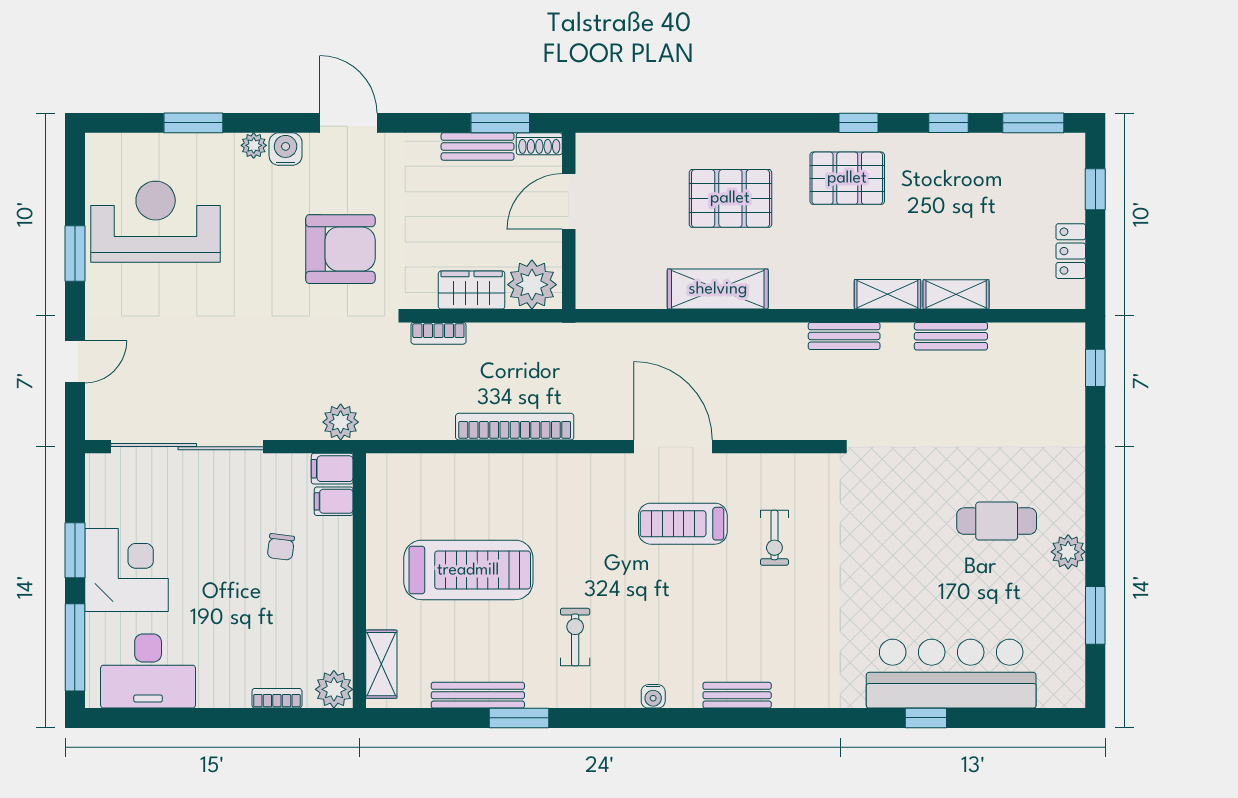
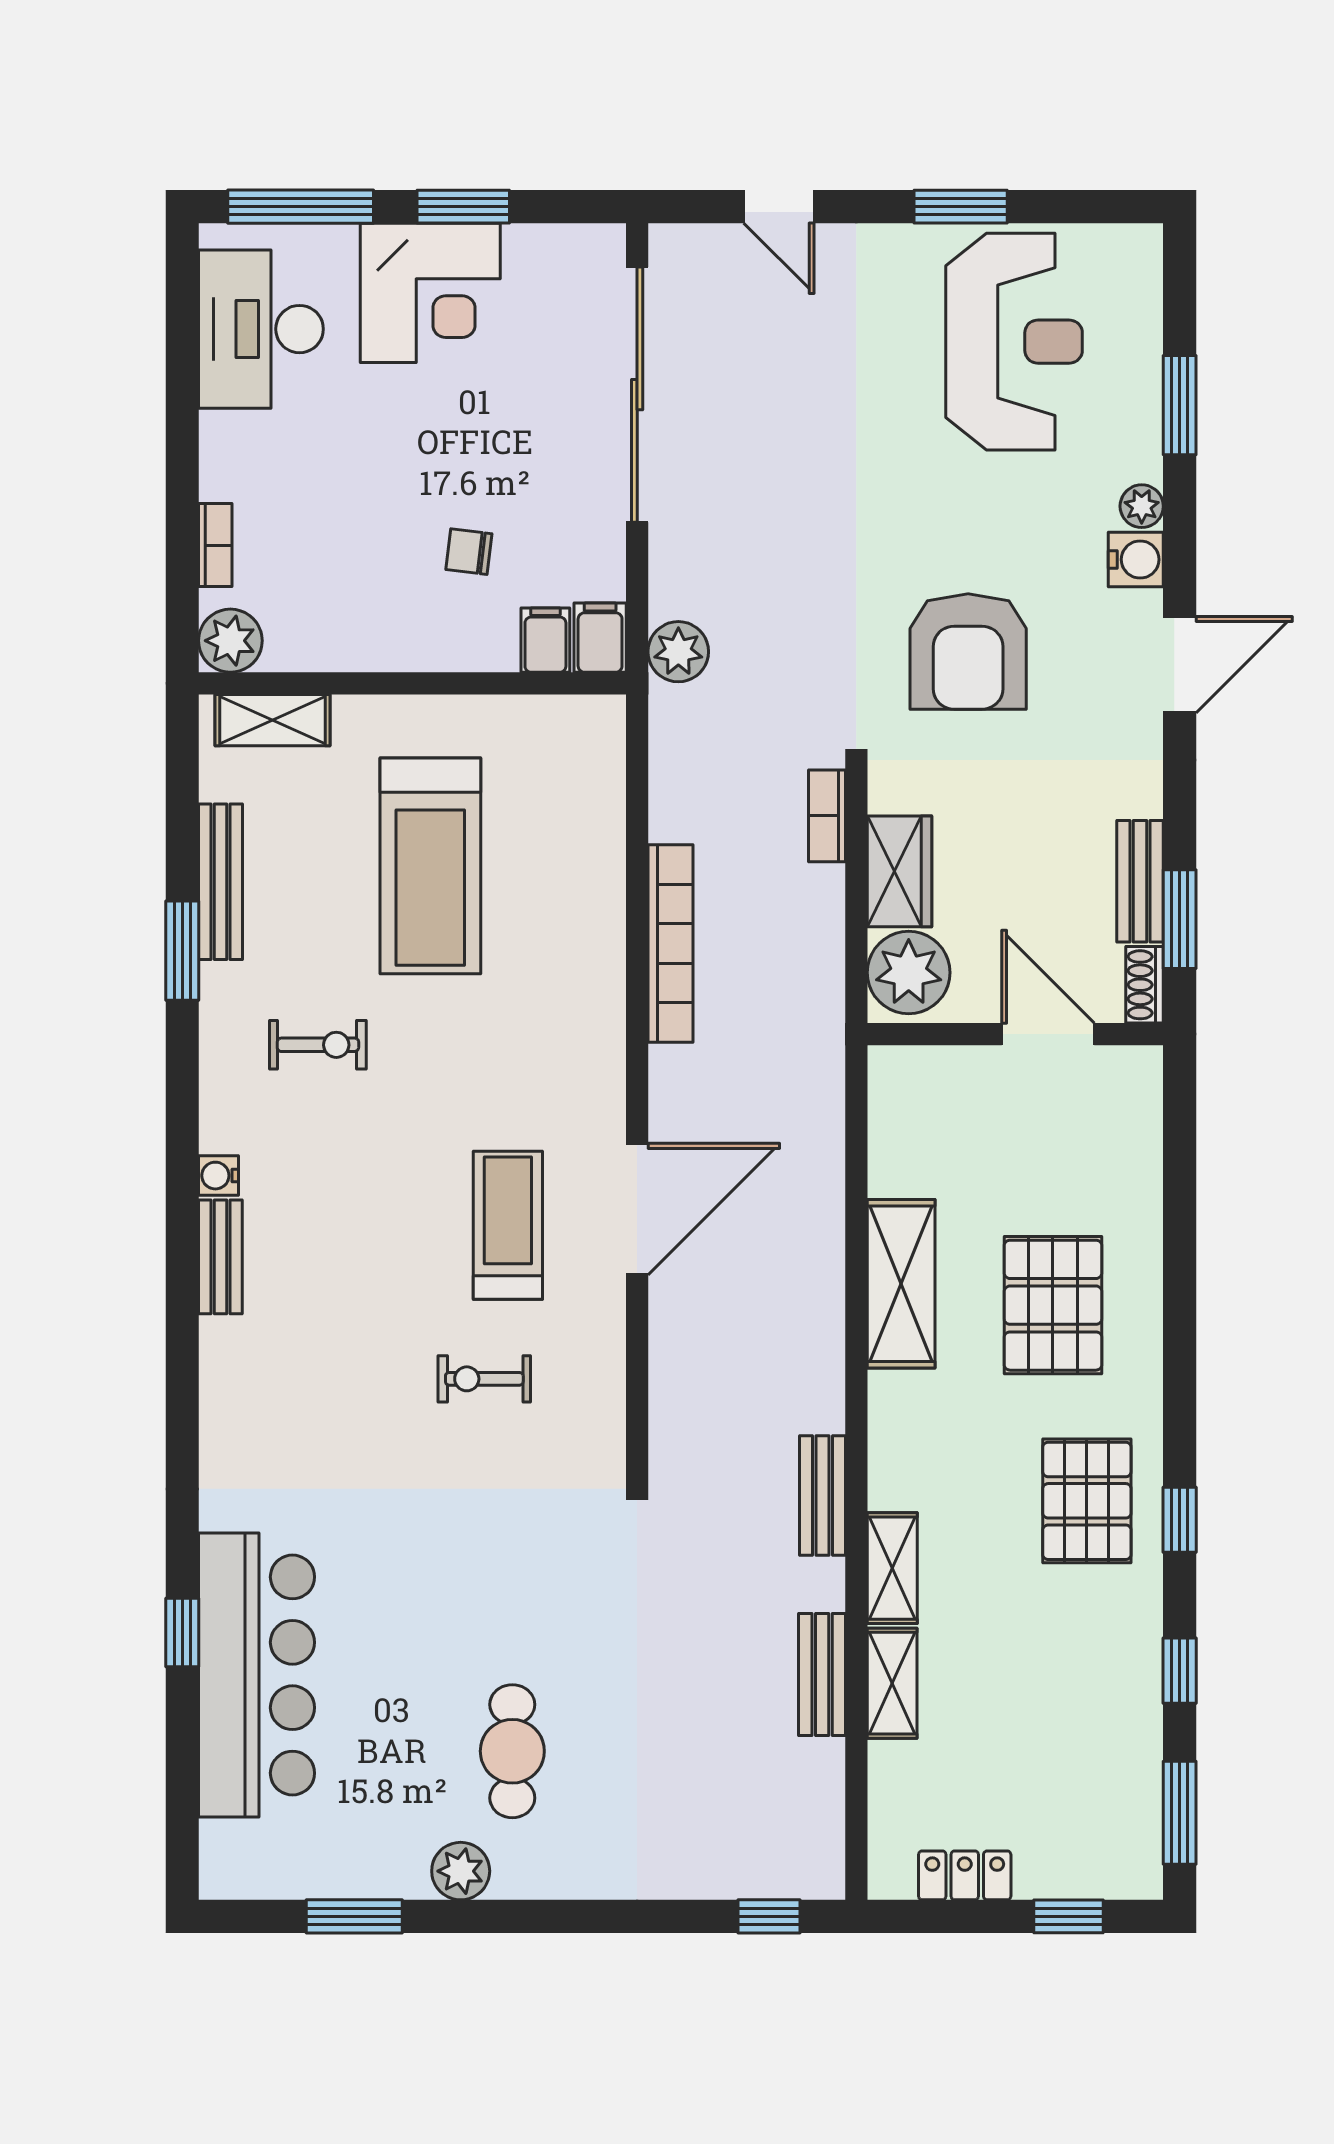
bench: (737, 695) -> (220, 1257), moved

